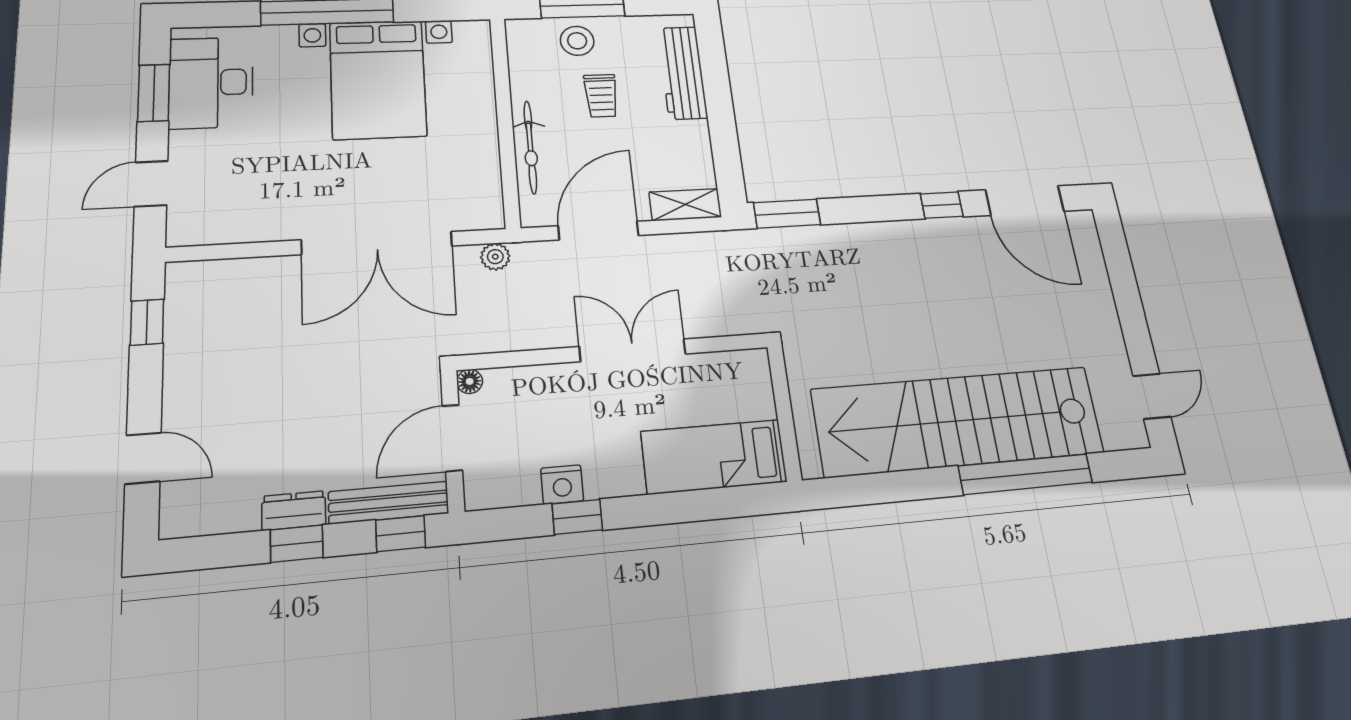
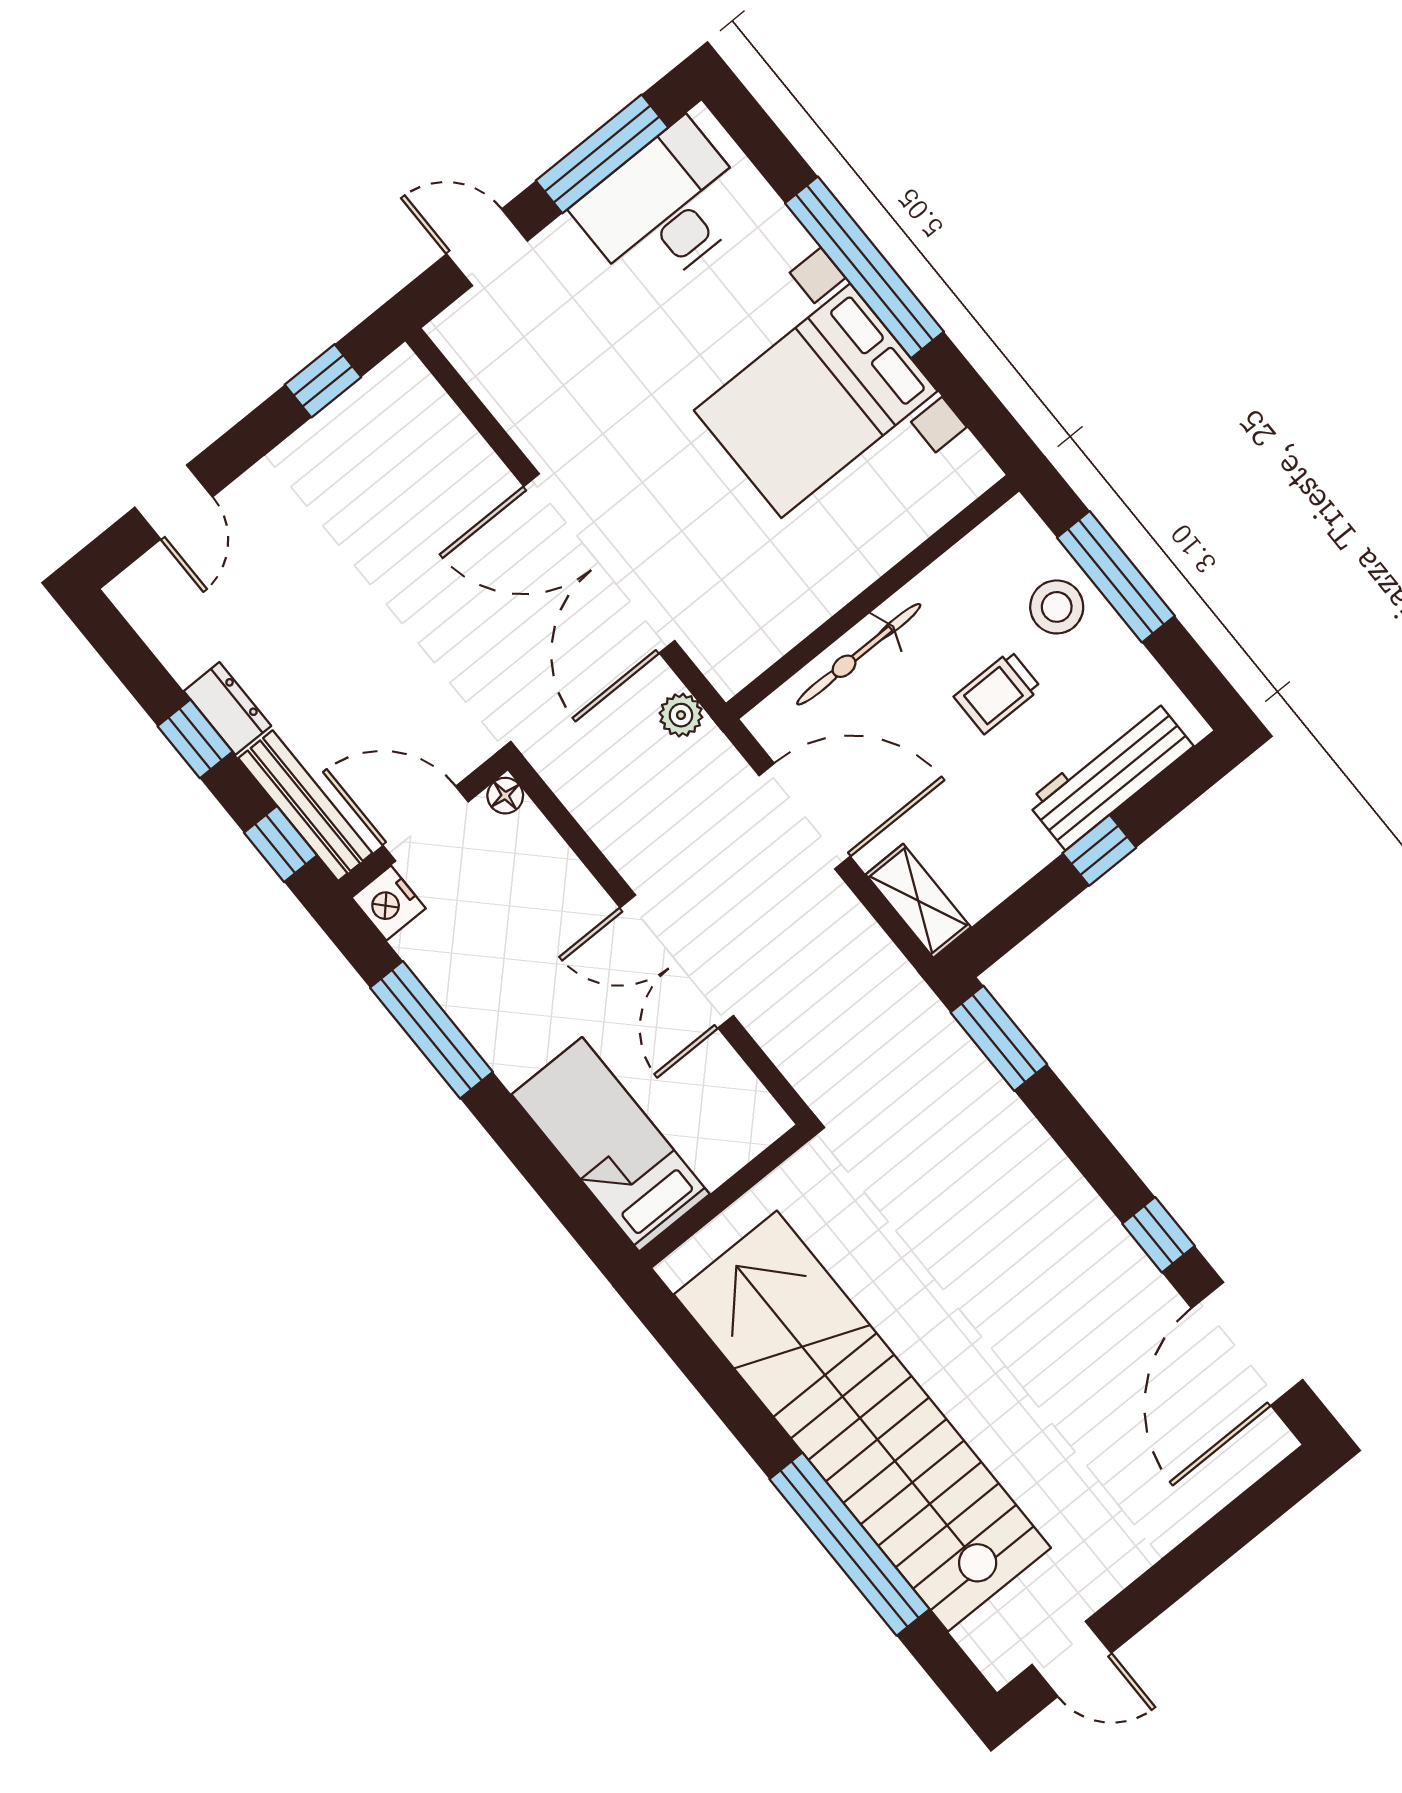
window: (154, 93) -> (602, 154), width x1.44
window: (719, 103) -> (1099, 850), added
double door: (633, 350) -> (677, 962), swing flipped
nightstand: (562, 484) -> (389, 903), moved
window: (577, 517) -> (431, 1030), width x2.17

